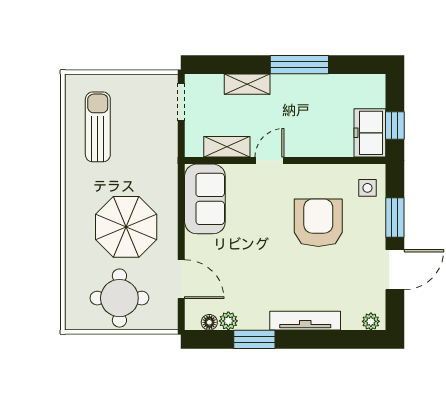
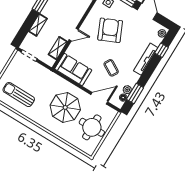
door: (270, 161) -> (74, 35), swing flipped
armchair: (318, 223) -> (110, 30), turned 66
coffee table: (250, 267) -> (111, 68), added
window: (254, 339) -> (135, 93), moved
window: (339, 339) -> (161, 50), added

